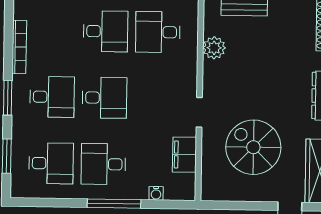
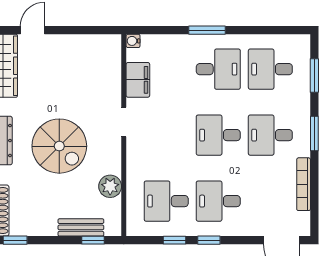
desk: (158, 32) -> (166, 201), turned 180
spiral stairs: (253, 147) -> (59, 146), moved
water cooler: (156, 193) -> (133, 41), moved, turned -90
window: (114, 204) -> (207, 30), width x0.69

